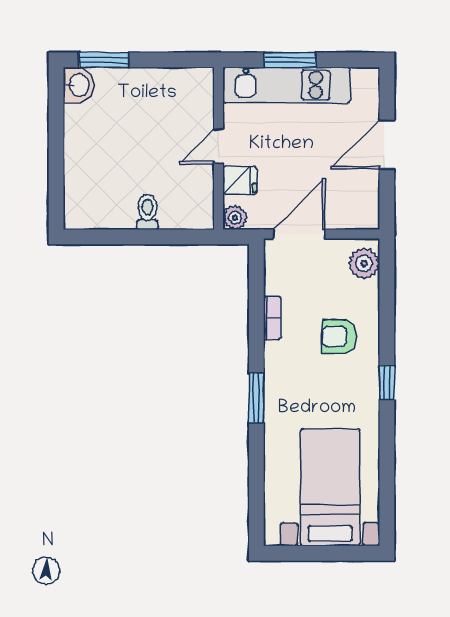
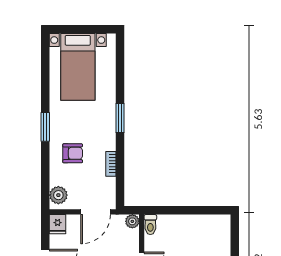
fridge: (240, 180) -> (58, 224), moved, turned -90
toilet: (147, 212) -> (150, 225), moved
window: (387, 383) -> (45, 127), width x1.50

